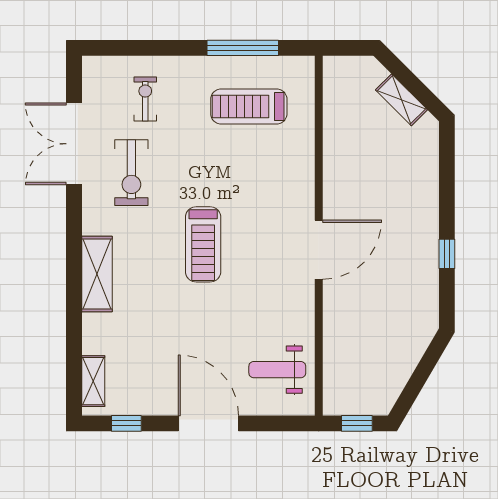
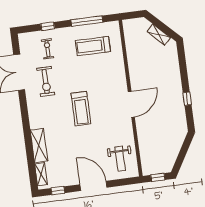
window: (152, 48) -> (48, 26), added
shelving: (97, 274) -> (39, 145), moved
weight bench: (277, 370) -> (120, 159), turned -90

